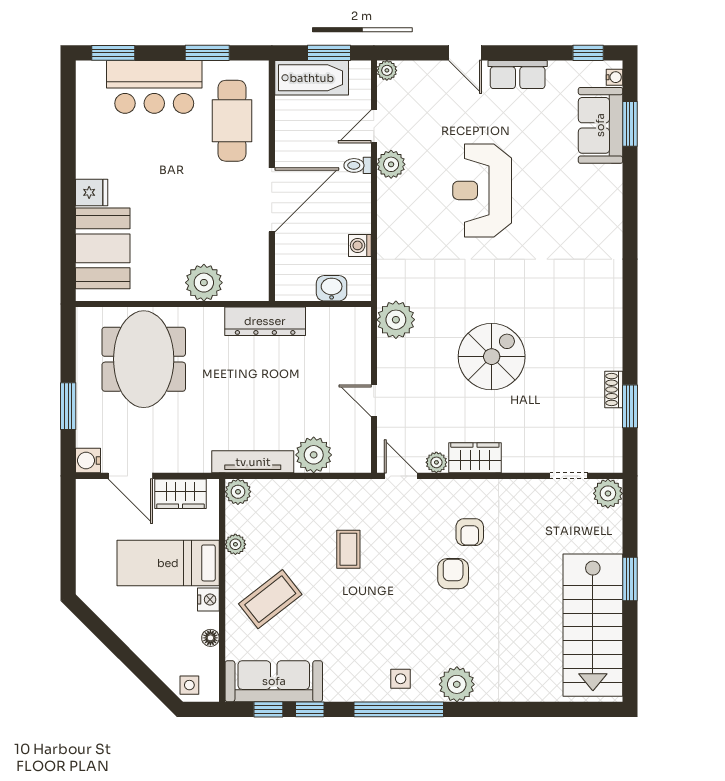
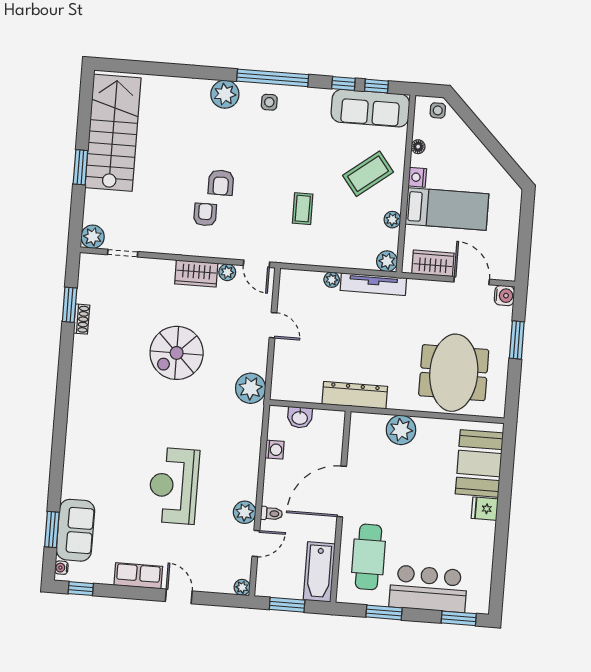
bathtub: (312, 78) -> (319, 572), moved, turned -90
reception desk: (482, 190) -> (174, 486), turned 180
plant: (314, 455) -> (332, 280), width x0.53, depth x0.53

